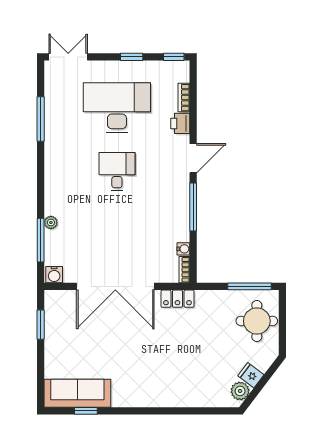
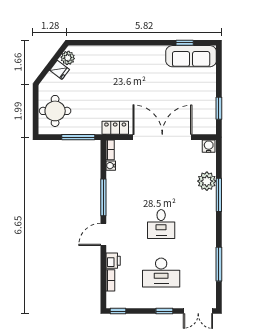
window: (132, 57) -> (164, 311), moved
desk: (117, 108) -> (161, 273), width x0.73, depth x0.77
plant: (51, 223) -> (207, 181), width x1.88, depth x1.88
window: (41, 240) -> (219, 195), moved
window: (249, 286) -> (78, 137), moved

